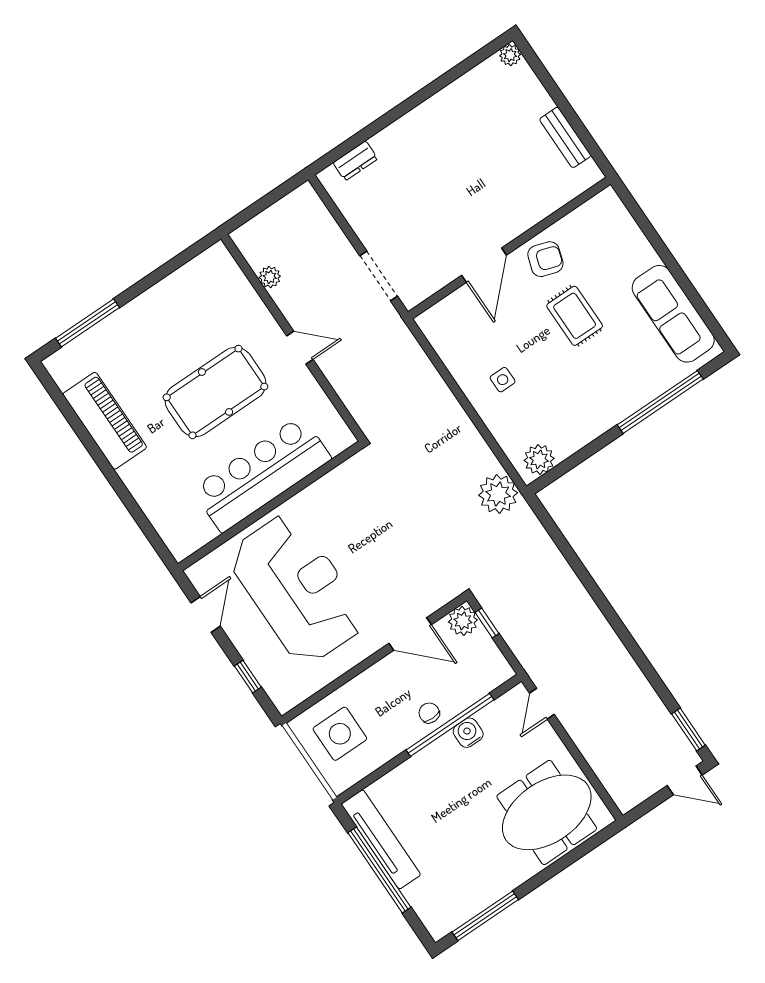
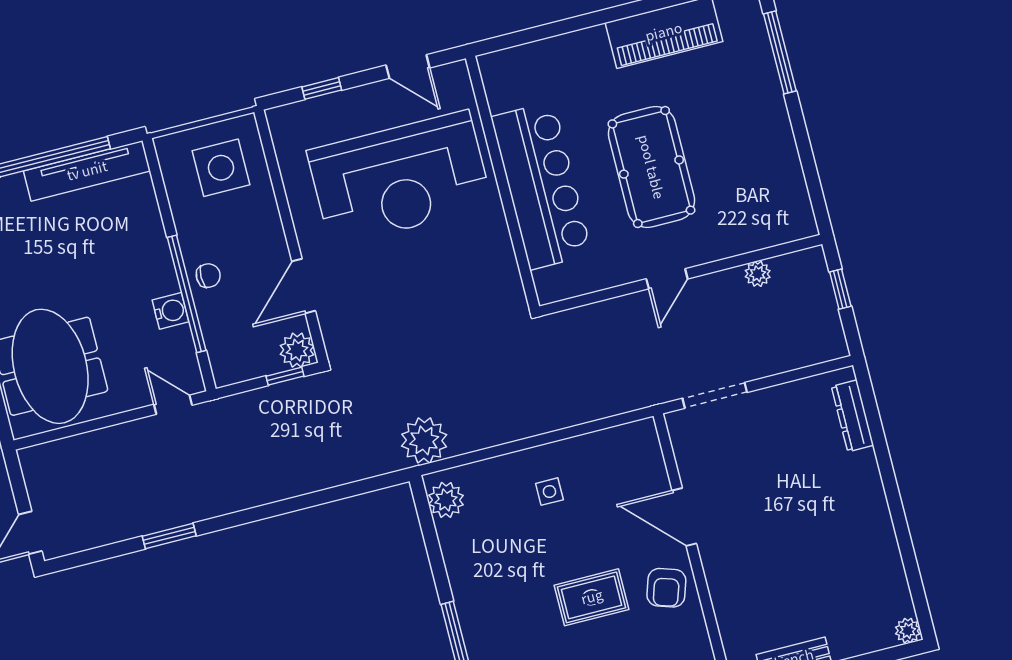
dresser: (355, 161) -> (852, 416), width x1.44
window: (258, 207) -> (840, 289), added
window: (688, 729) -> (169, 536), moved

